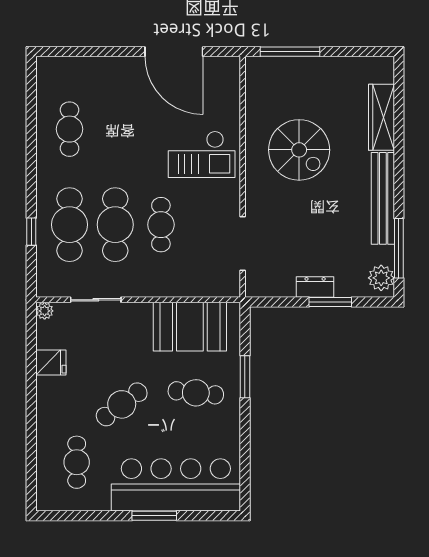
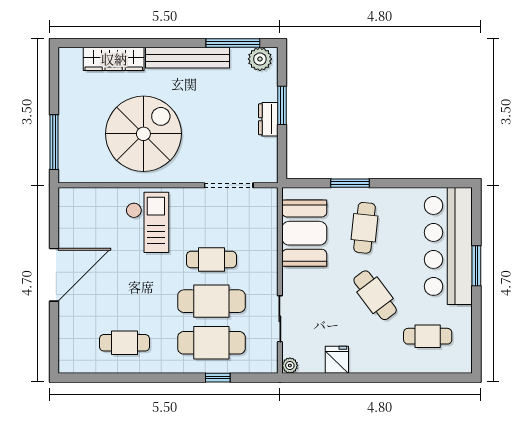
door: (174, 52) -> (54, 275), moved
spiral stairs: (299, 150) -> (143, 134), width x1.37, depth x1.37

